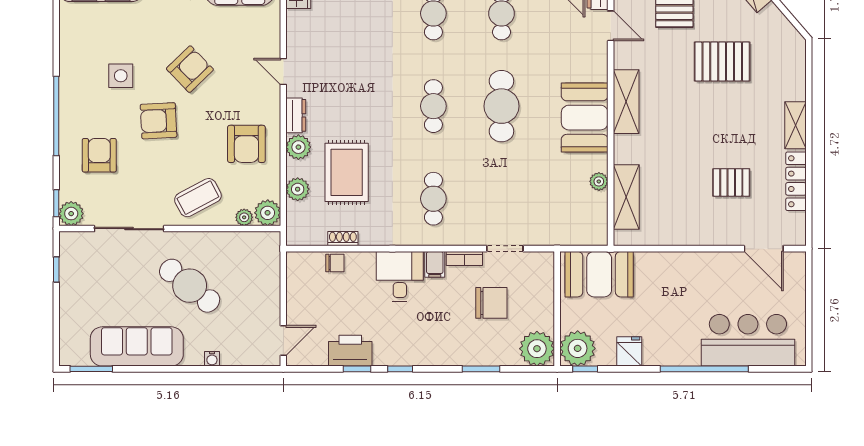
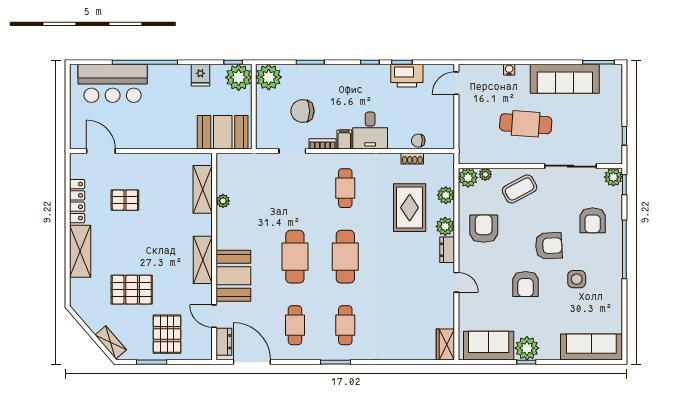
armchair: (190, 69) -> (526, 284), turned -46
cafe table: (433, 106) -> (345, 257), width x1.37, depth x1.35
booth: (585, 118) -> (233, 276), moved
shelving: (795, 125) -> (80, 251), width x1.50, depth x1.33
cafe table: (190, 286) -> (526, 124), turned -35

